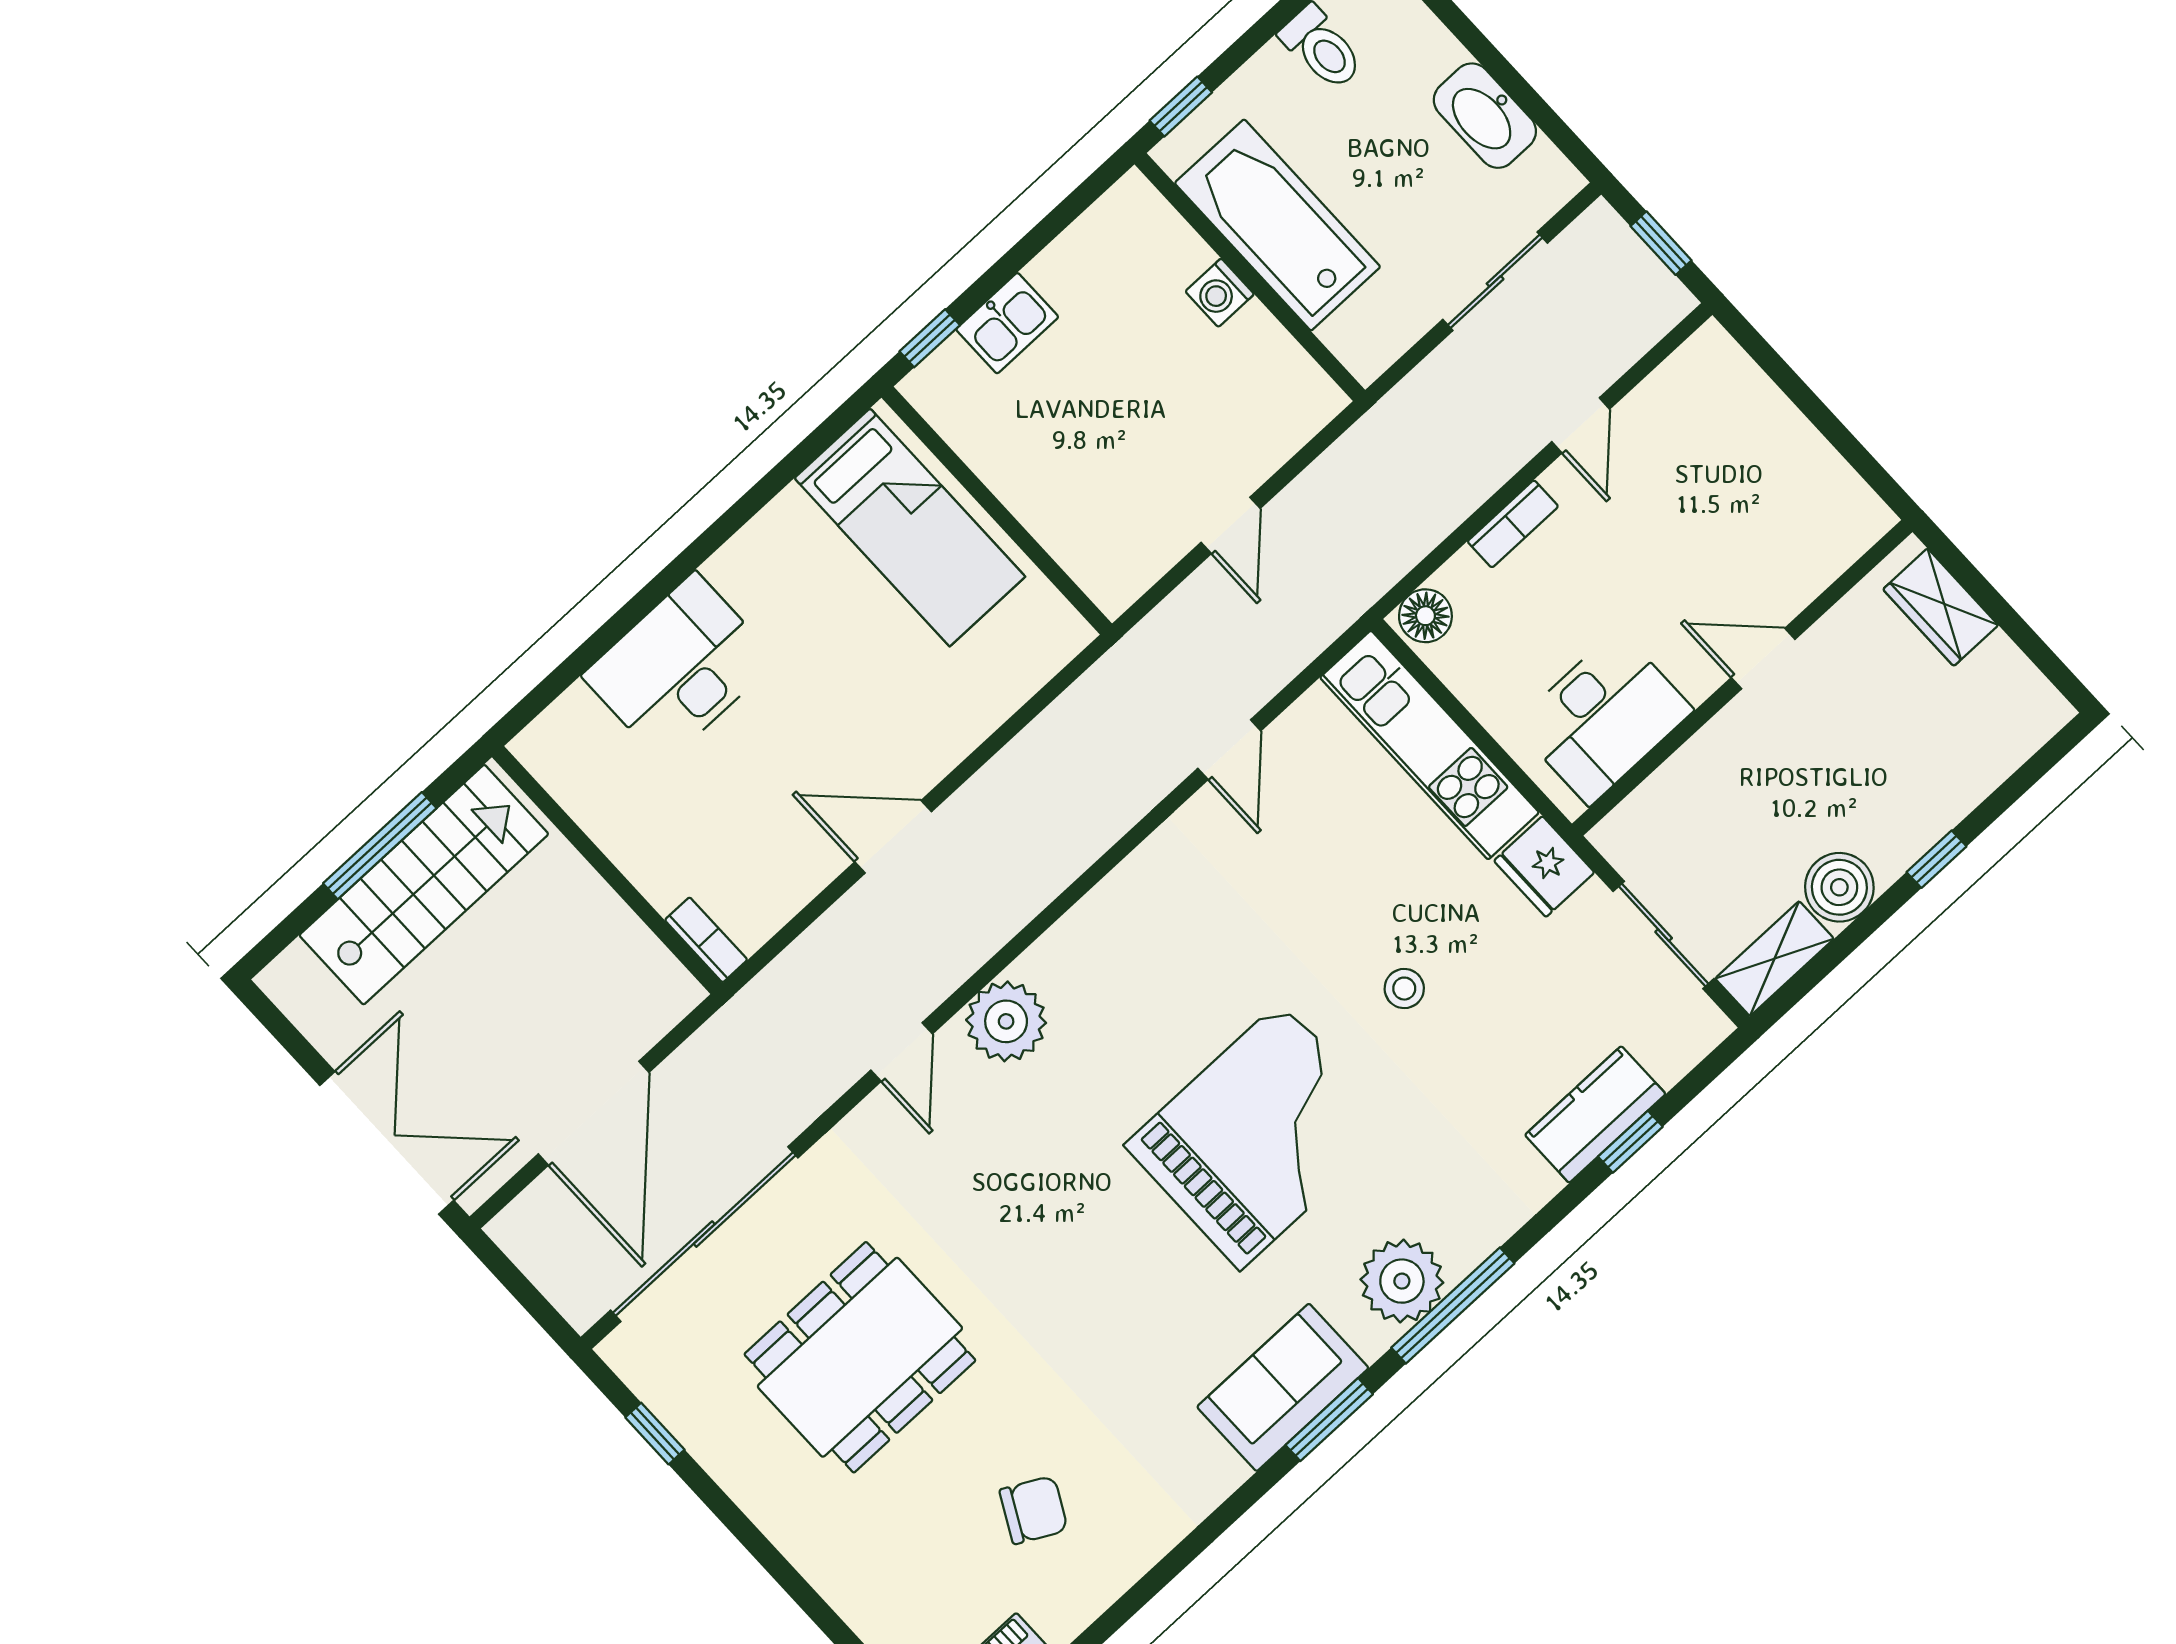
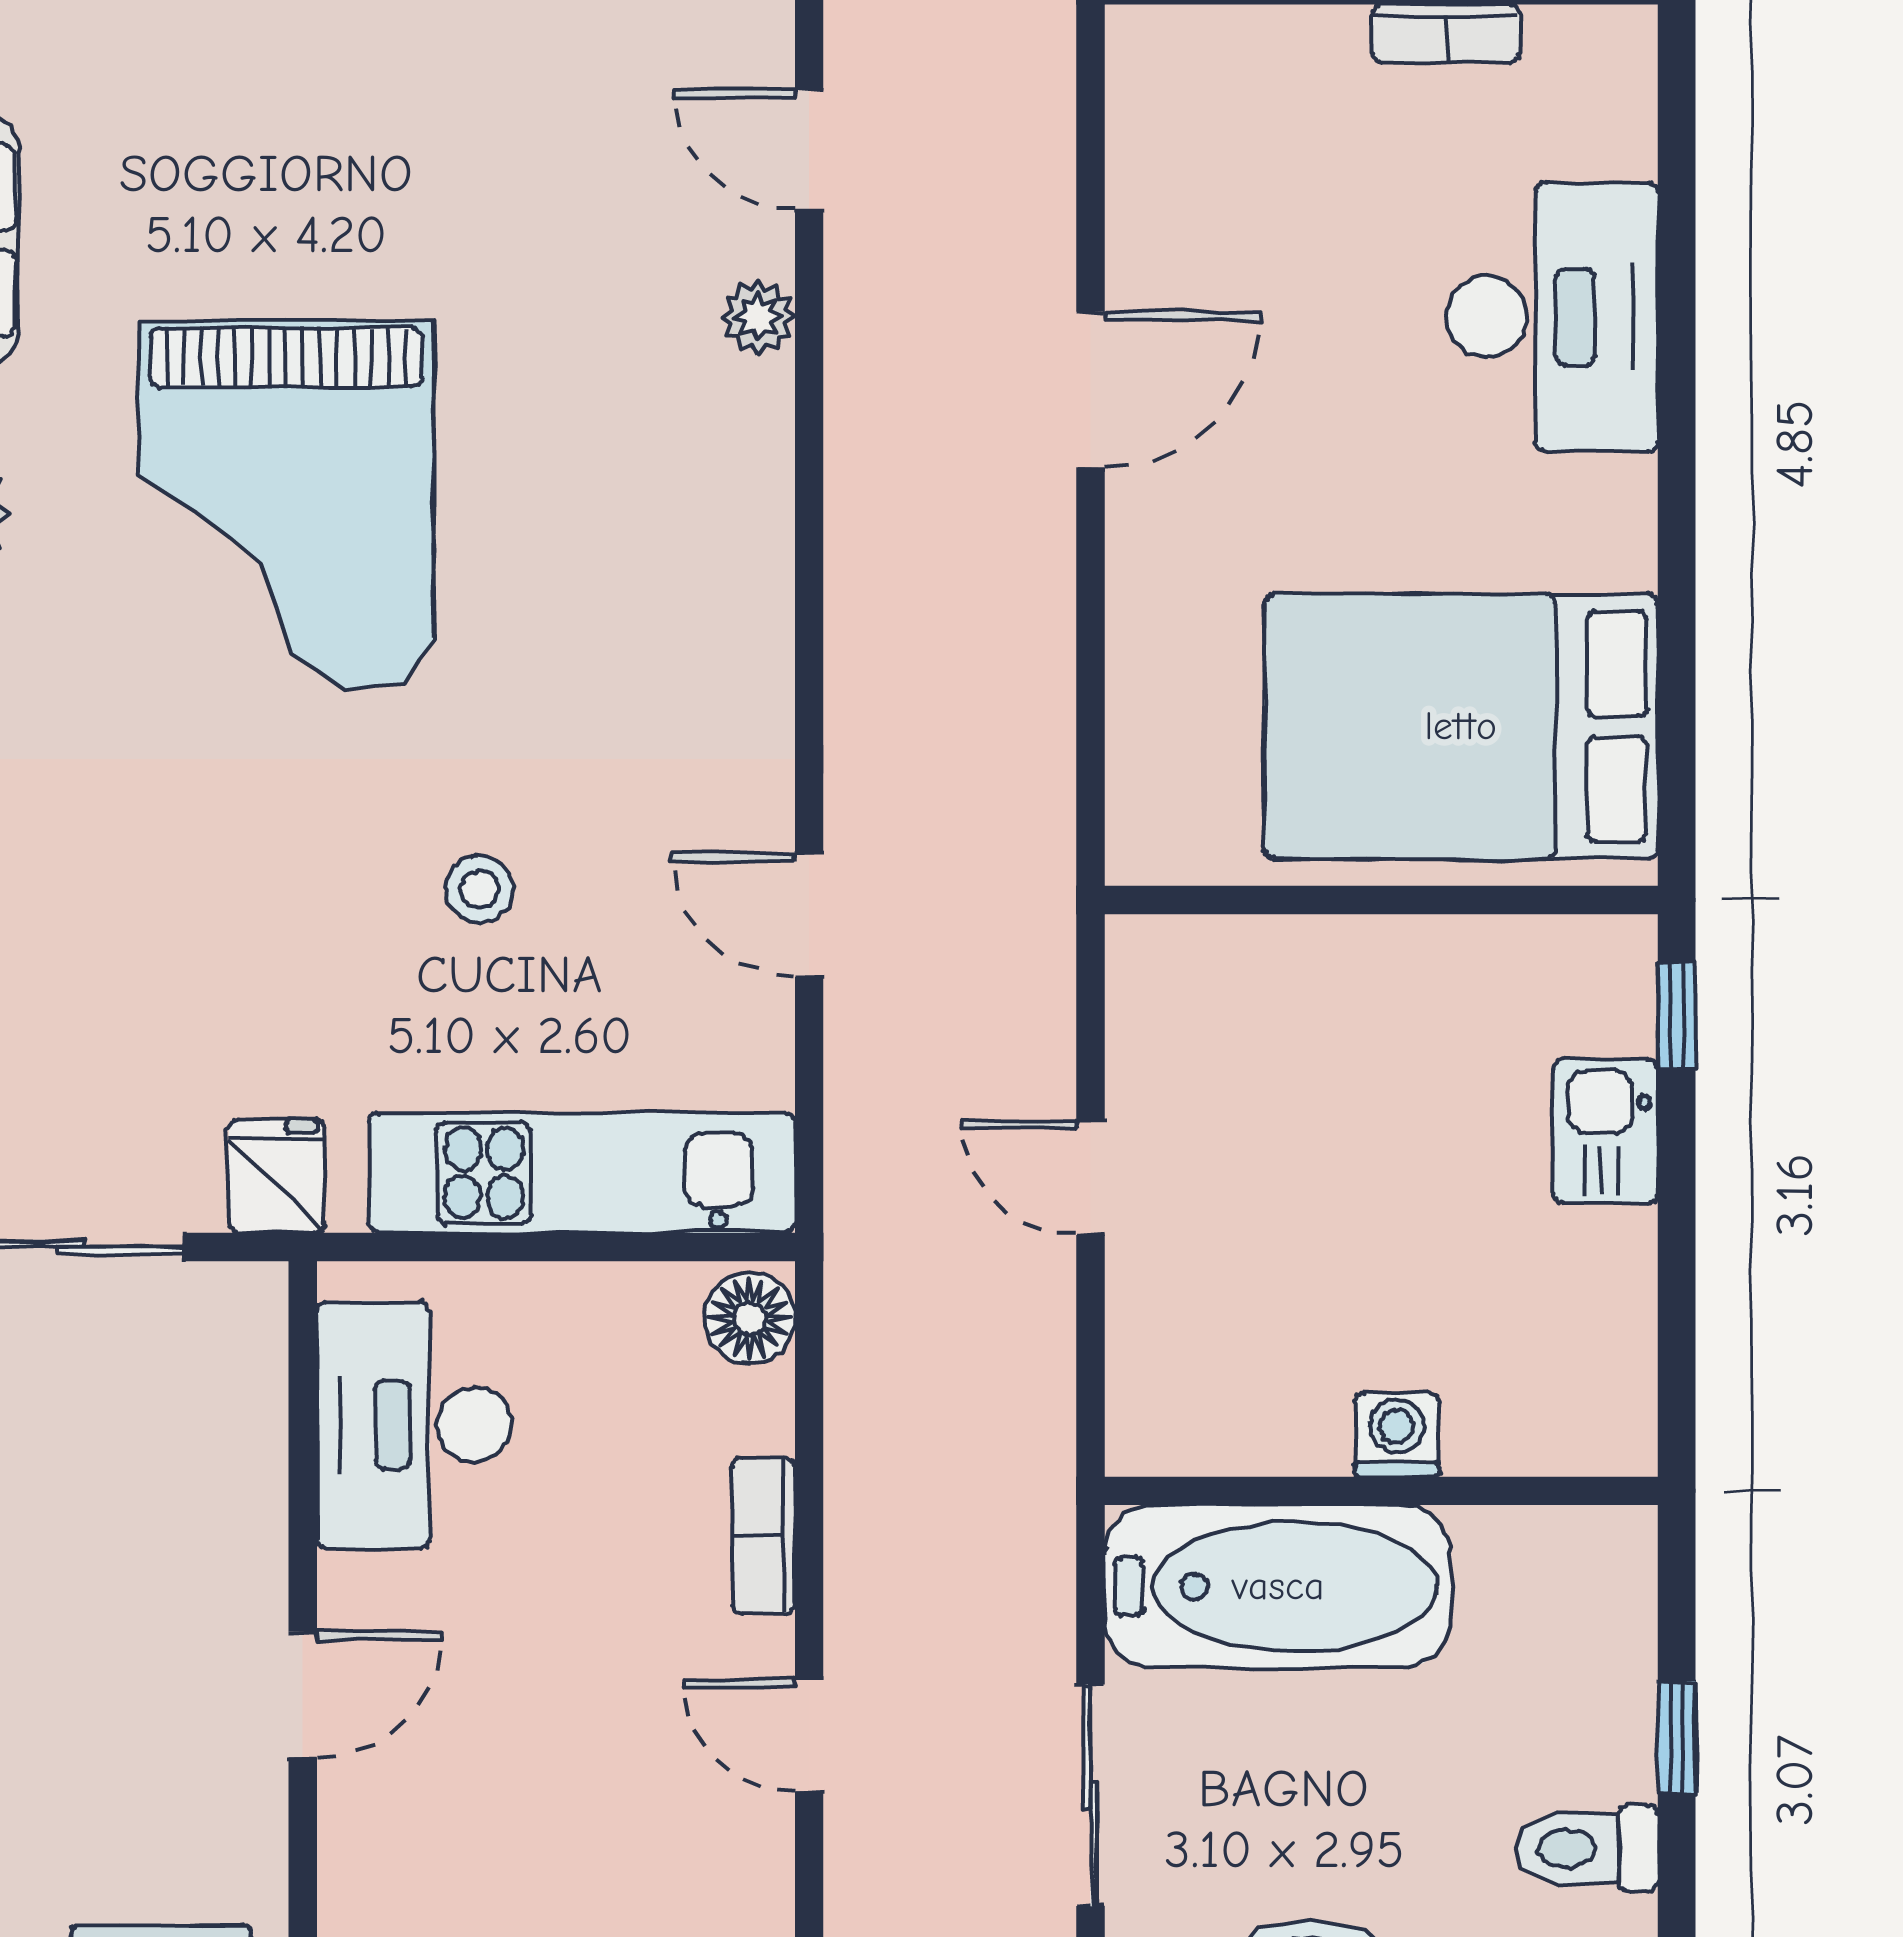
window: (1181, 107) -> (1677, 1737), moved
bathtub: (1277, 225) -> (1278, 1586), moved
bed: (910, 527) -> (1461, 726), width x1.50
fridge: (1544, 867) -> (277, 1176), width x0.72
bookcase: (706, 940) -> (1446, 34), moved
stool: (1404, 989) -> (479, 889), moved
plant: (1006, 1021) -> (758, 317), width x0.53, depth x0.53

